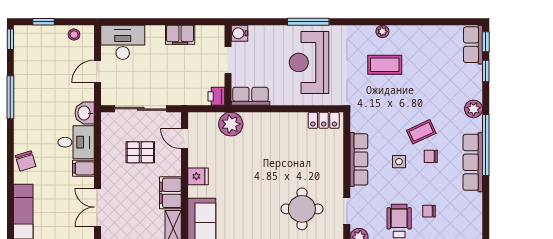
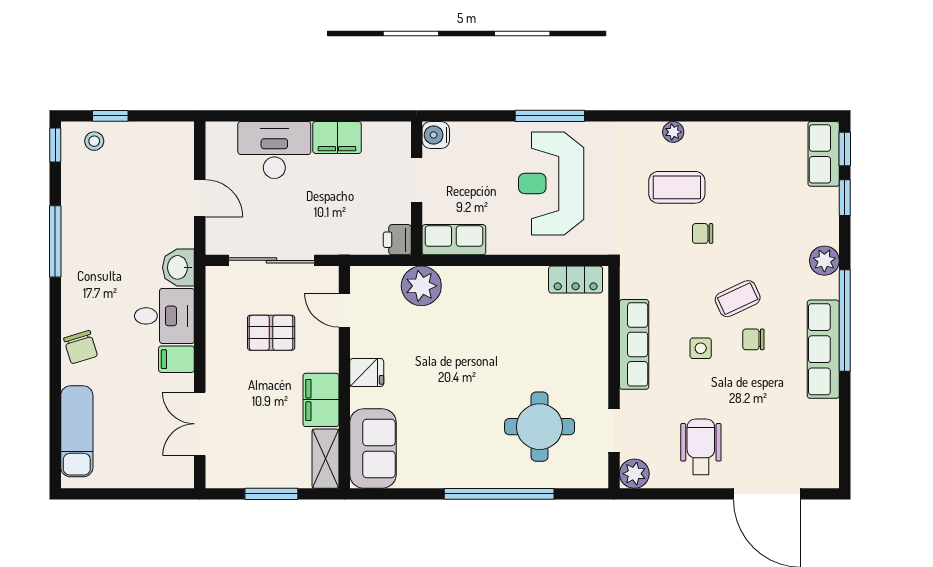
stool: (74, 35) -> (94, 141), moved
desk: (123, 42) -> (274, 150), moved
door: (97, 71) -> (200, 198), swing flipped
chair: (429, 211) -> (703, 233), moved

